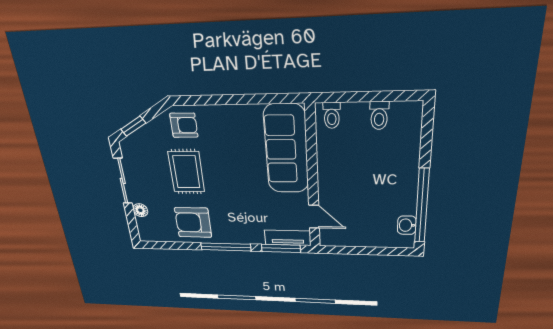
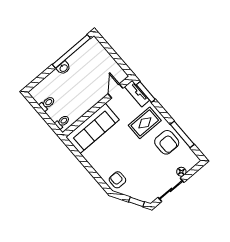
rug: (186, 172) -> (145, 123), moved
washbasin: (407, 225) -> (63, 68), moved
window: (226, 247) -> (182, 134), moved

